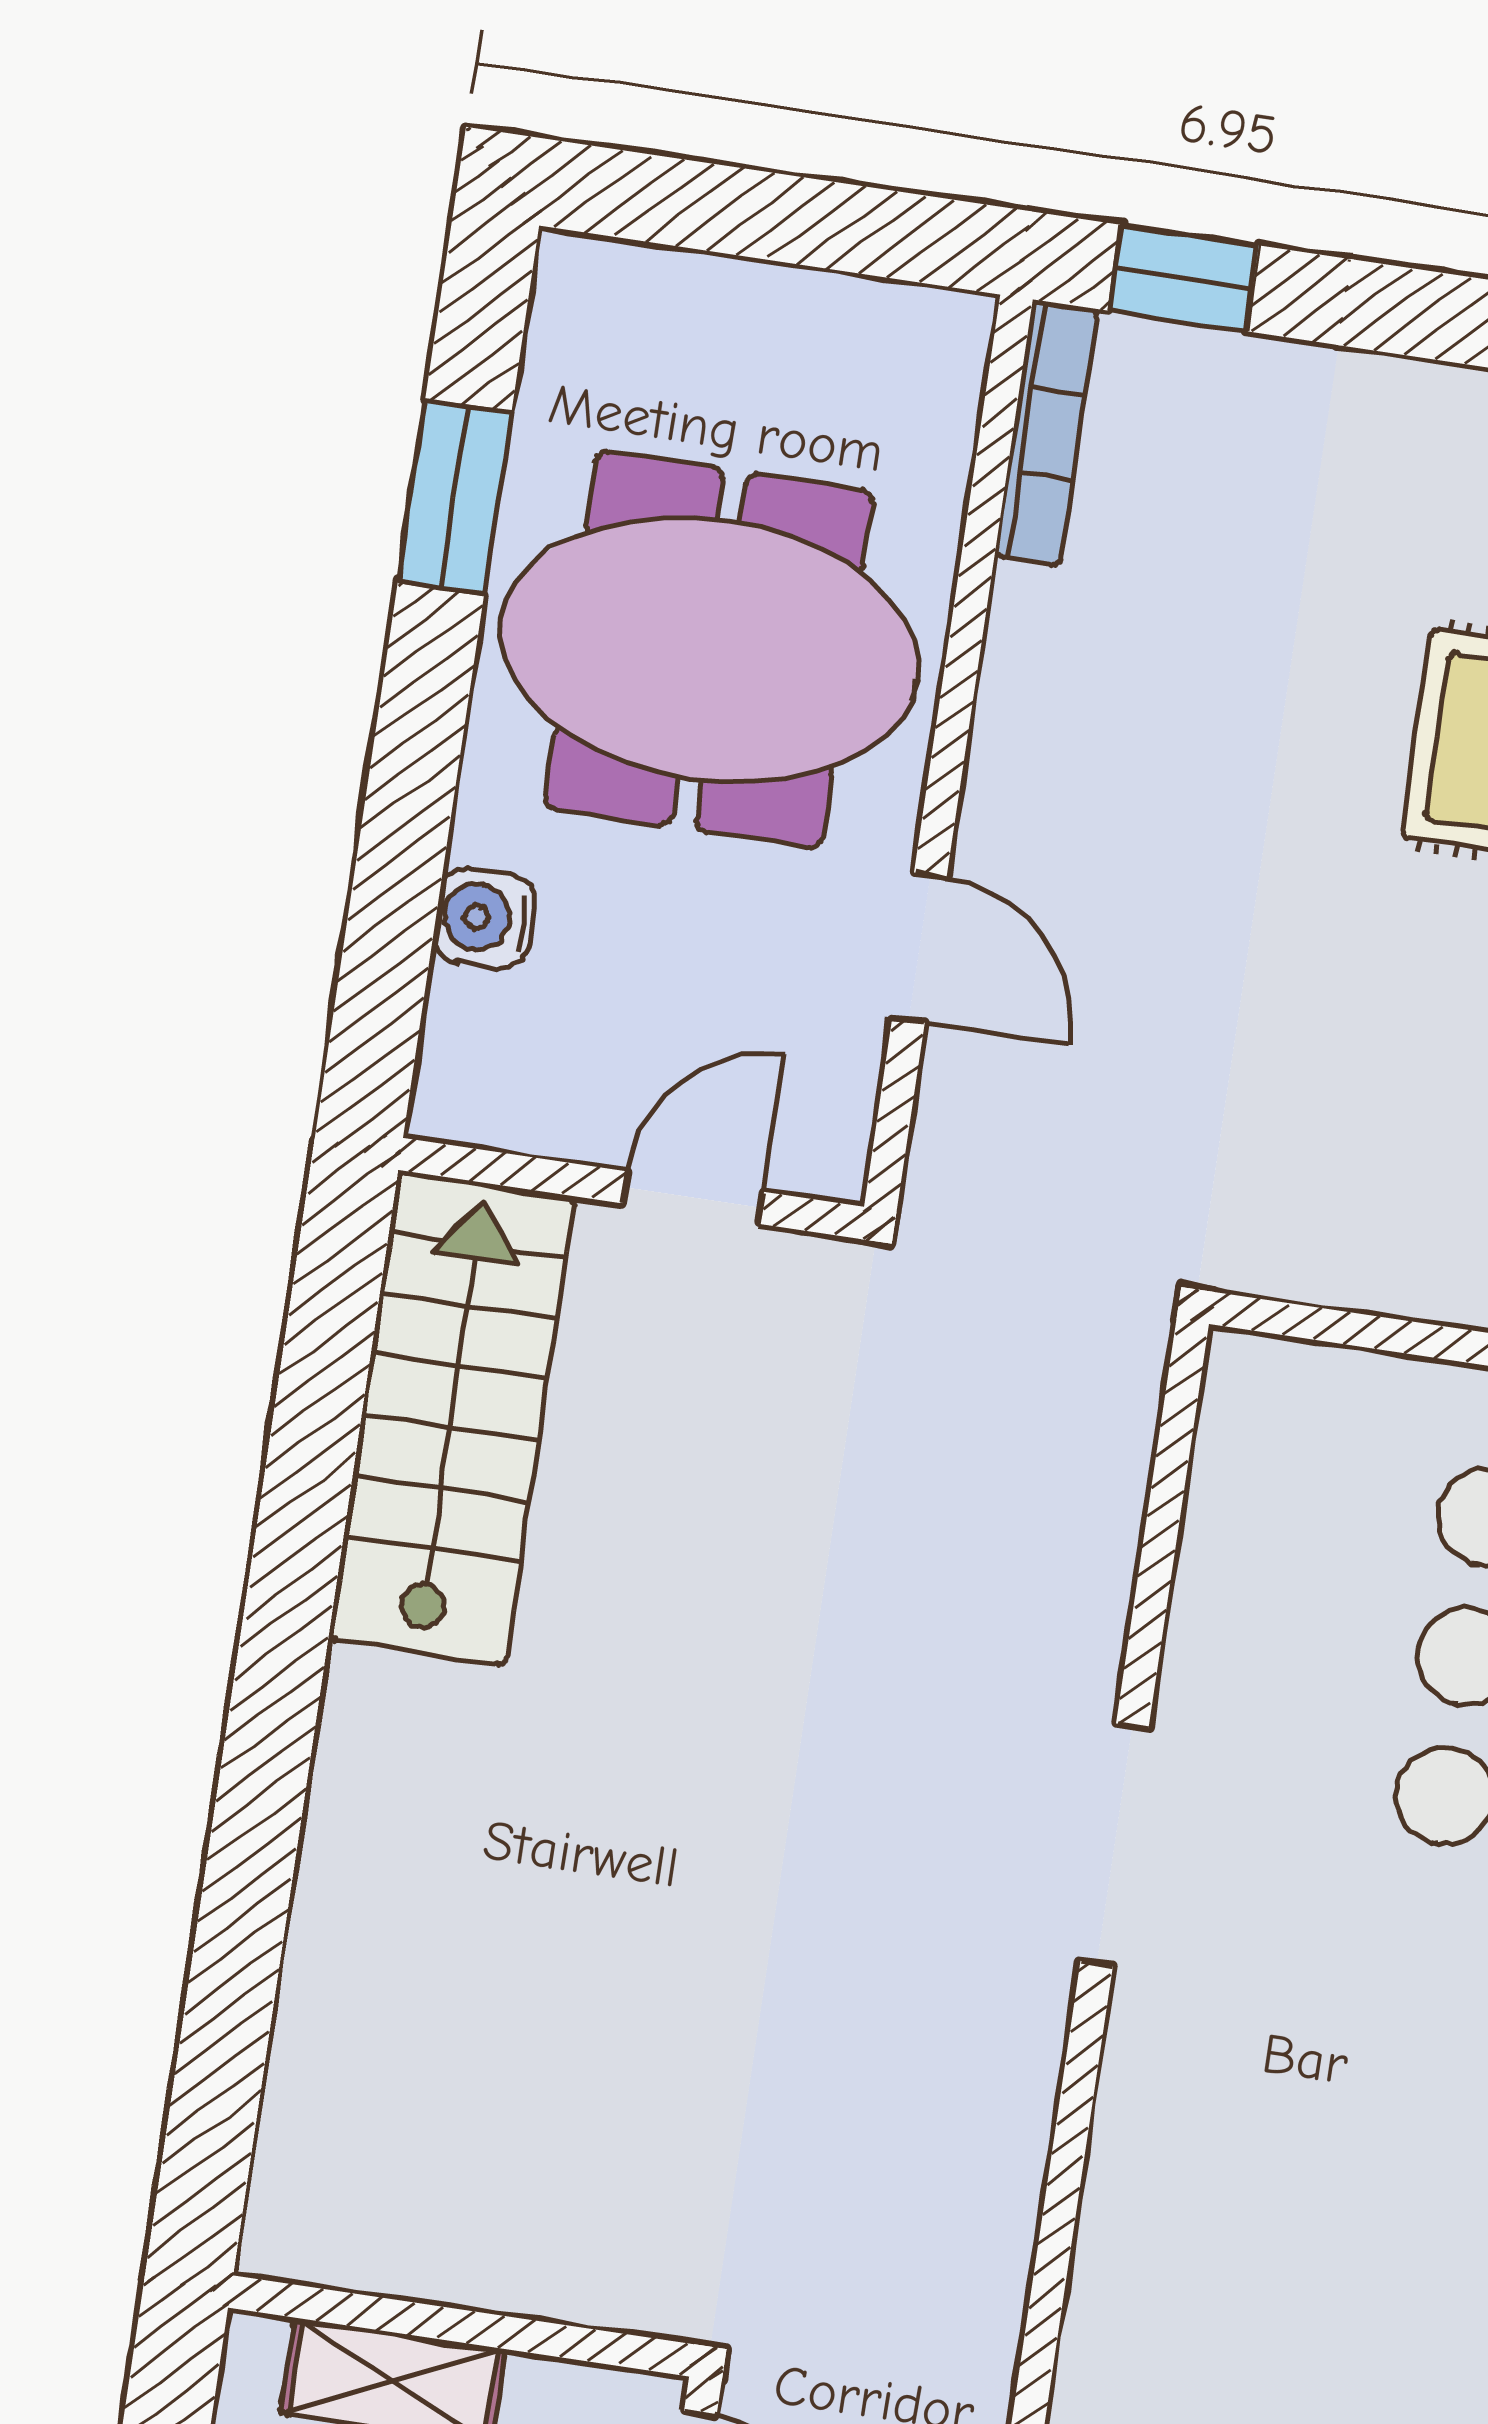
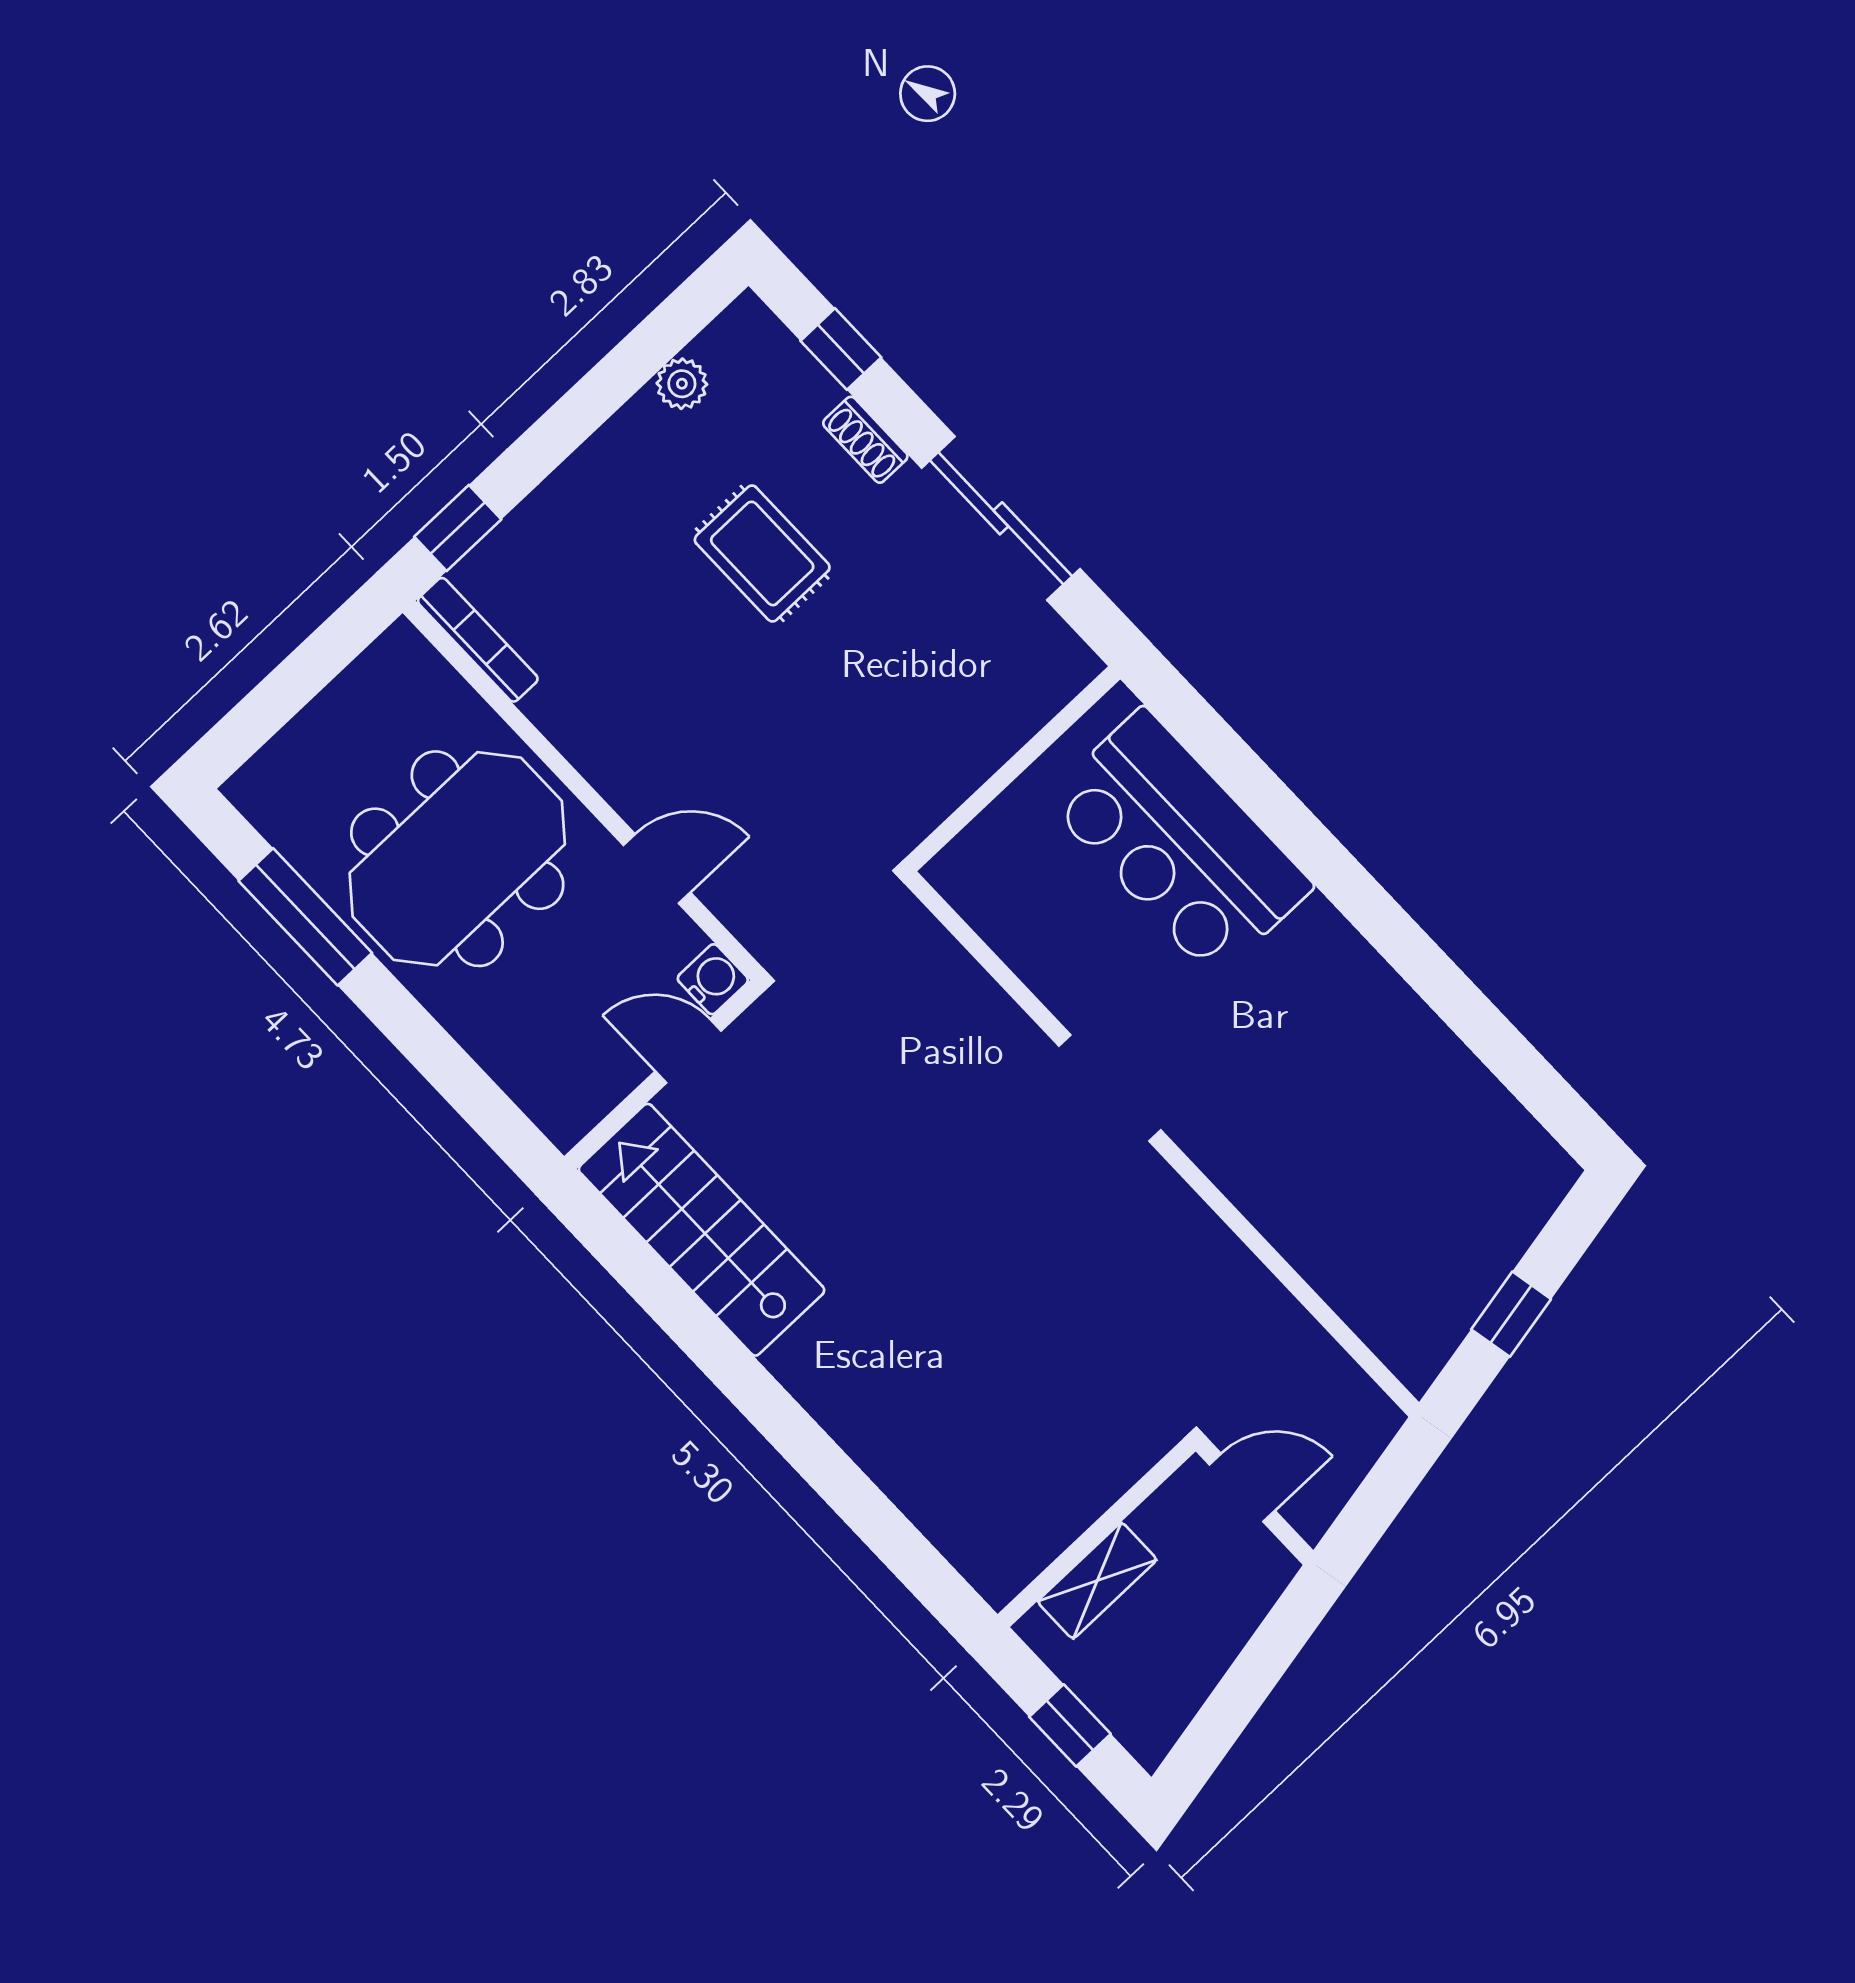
window: (455, 497) -> (305, 917), width x1.44
water cooler: (484, 918) -> (713, 979), moved, turned 180
door: (693, 1198) -> (688, 1051), hinge flipped

